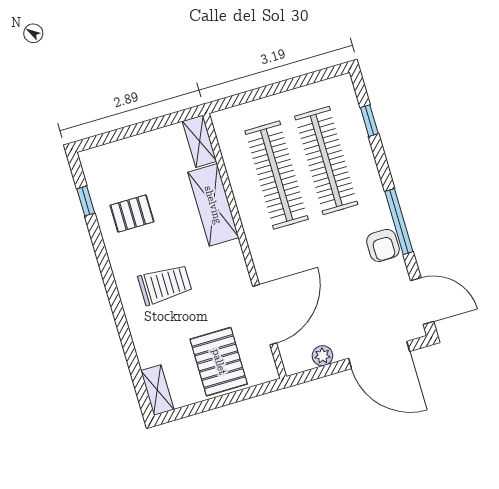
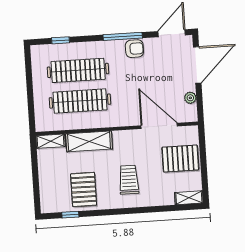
pallet: (132, 214) -> (84, 190), width x1.50, depth x1.42

